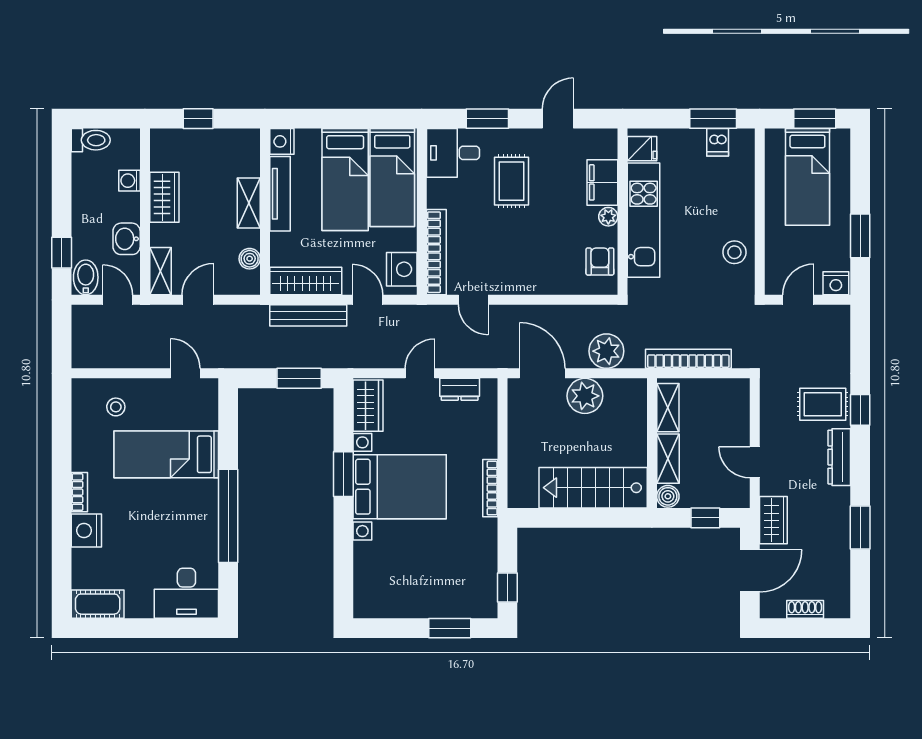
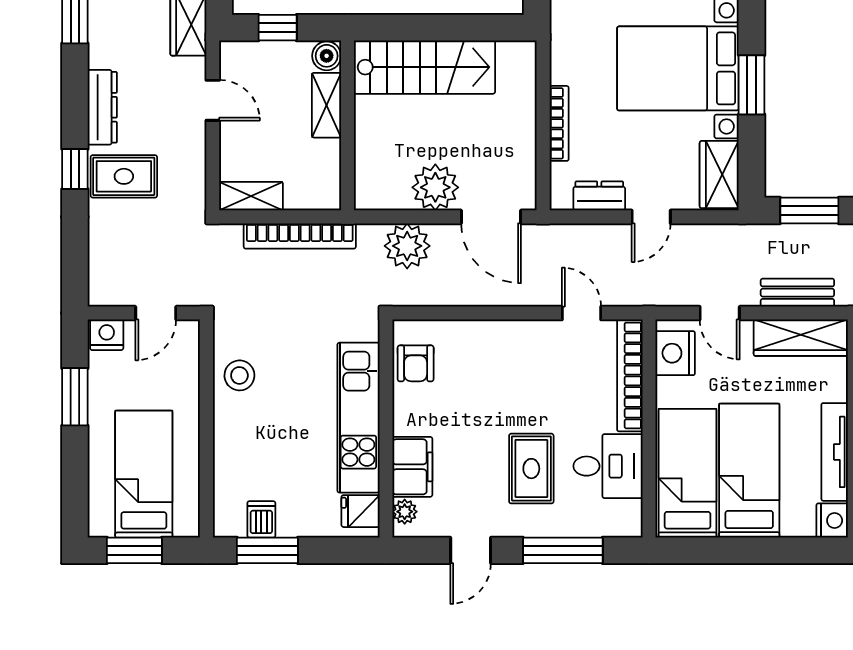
window: (487, 119) -> (563, 550), width x1.44
desk: (453, 153) -> (608, 466), moved
plant: (608, 217) -> (405, 512), moved
bench: (308, 315) -> (797, 293), width x0.73
shelving: (668, 408) -> (251, 196), moved, turned 90
bookcase: (490, 488) -> (559, 123), moved

